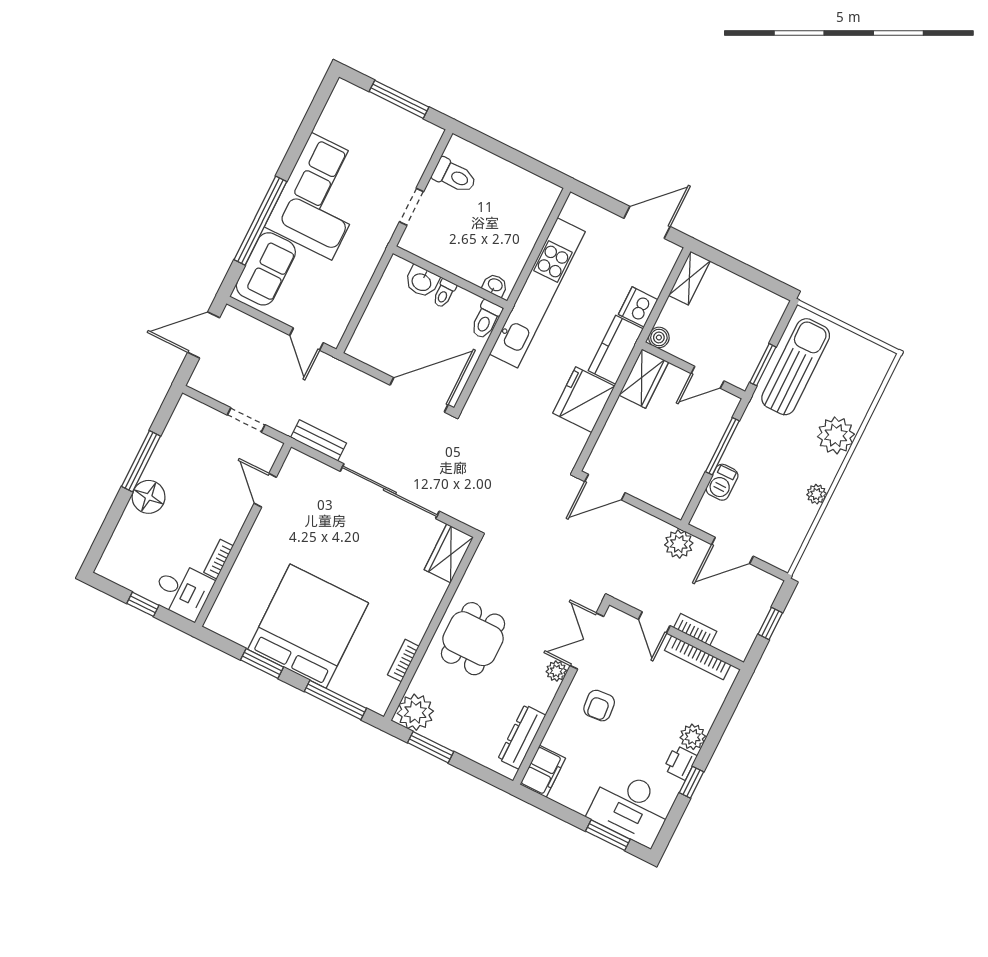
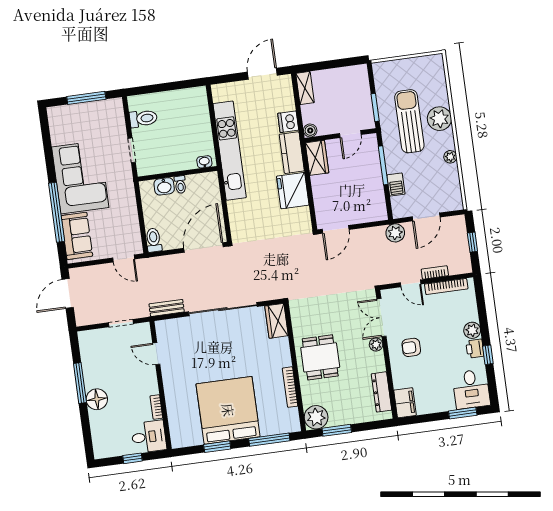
toilet: (486, 320) -> (154, 240), moved, turned 180
sun lounger: (796, 367) -> (409, 121), moved
bookcase: (403, 661) -> (290, 387), width x1.56
armchair: (599, 706) -> (411, 347), turned 95
desk: (631, 807) -> (471, 389), width x0.73

